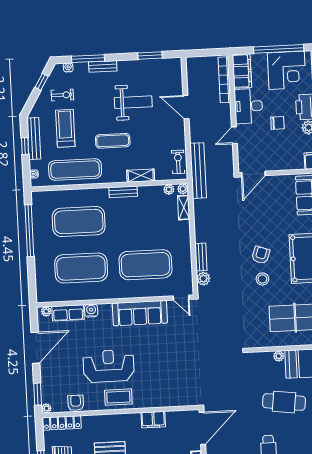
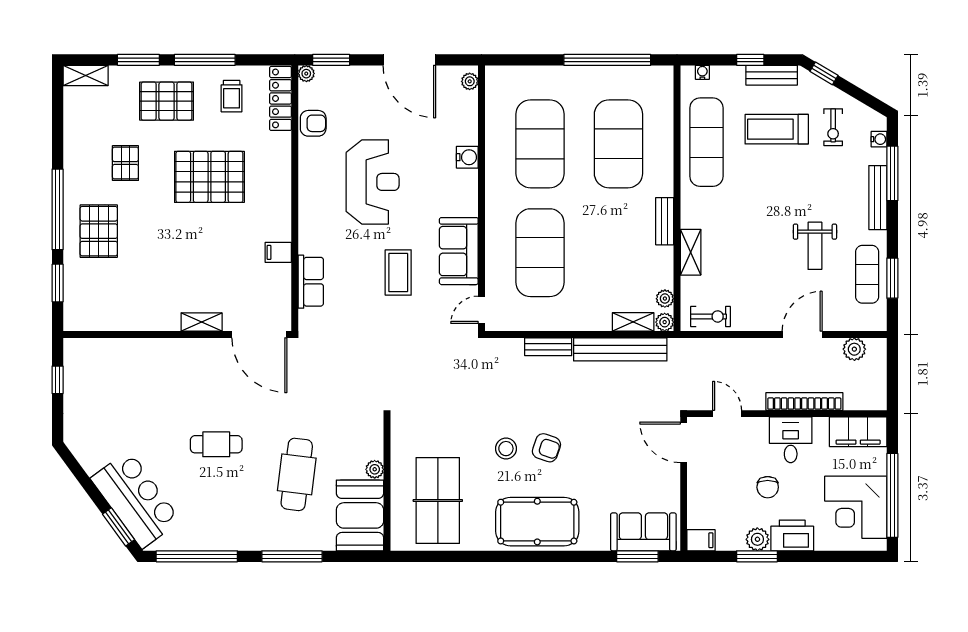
bench: (103, 66) -> (878, 198), width x1.36
bookcase: (224, 80) -> (804, 401), moved
window: (42, 82) -> (824, 73), moved
weight bench: (133, 102) -> (815, 246), width x0.73, depth x0.75
desk: (248, 106) -> (791, 440), width x0.73
treadmill: (65, 128) -> (777, 129), turned 180
door: (234, 135) -> (727, 414), moved
bench: (34, 138) -> (772, 75), width x0.73
exercise mat: (113, 141) -> (867, 274), moved
bench: (198, 171) -> (620, 349), moved
plant: (203, 279) -> (854, 349), moved
row of seats: (68, 313) -> (311, 282), moved, turned 180
sofa: (140, 313) -> (459, 251), width x0.73
coffee table: (118, 397) -> (398, 273), moved
filing cabinet: (153, 420) -> (278, 252), width x0.50

